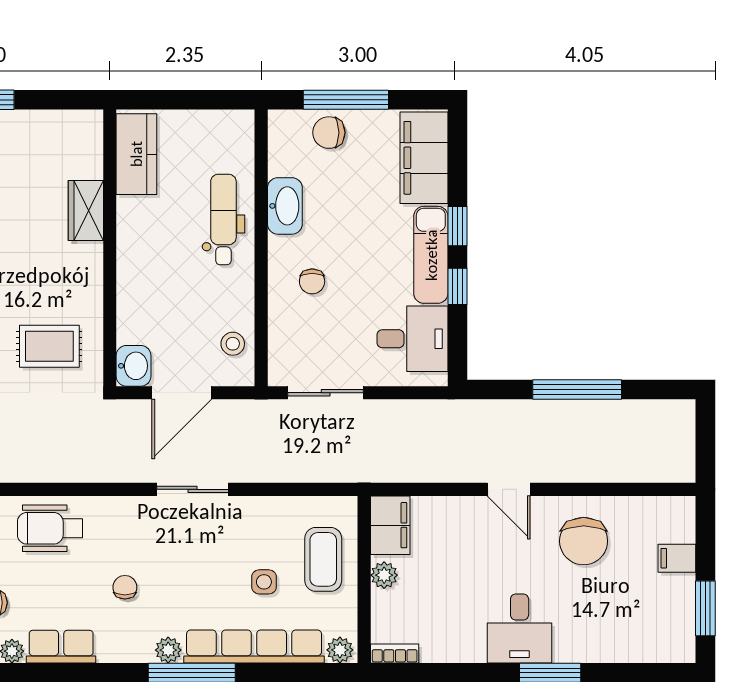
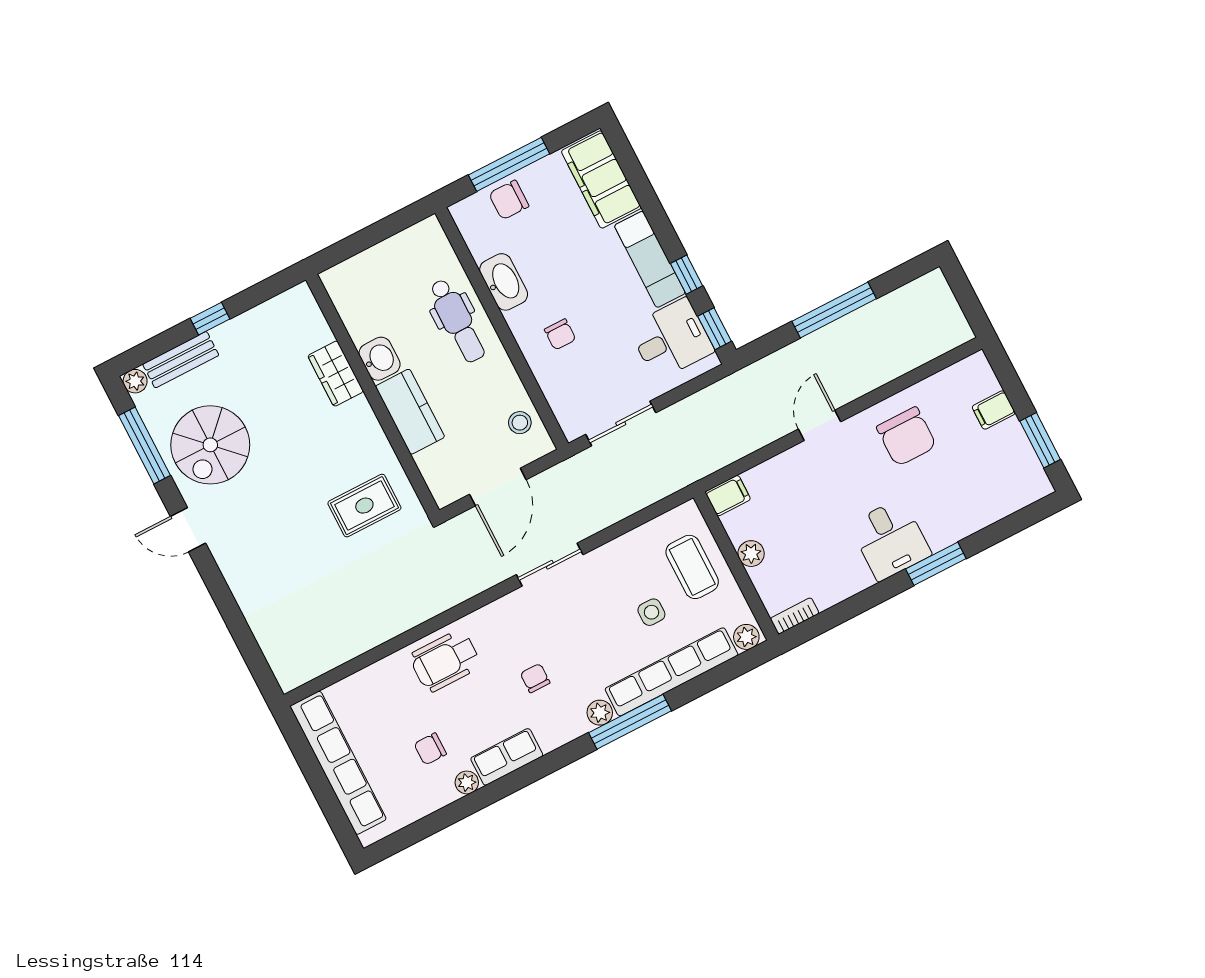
kitchen counter: (136, 154) -> (410, 412), moved
dental chair: (223, 219) -> (457, 321), turned 180
window: (457, 226) -> (714, 329), moved
washbasin: (134, 366) -> (380, 359), moved
door: (509, 489) -> (820, 425), swing flipped
filing cabinet: (390, 525) -> (728, 496), width x0.50

